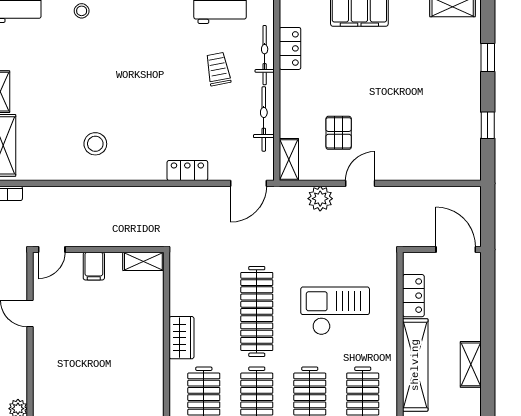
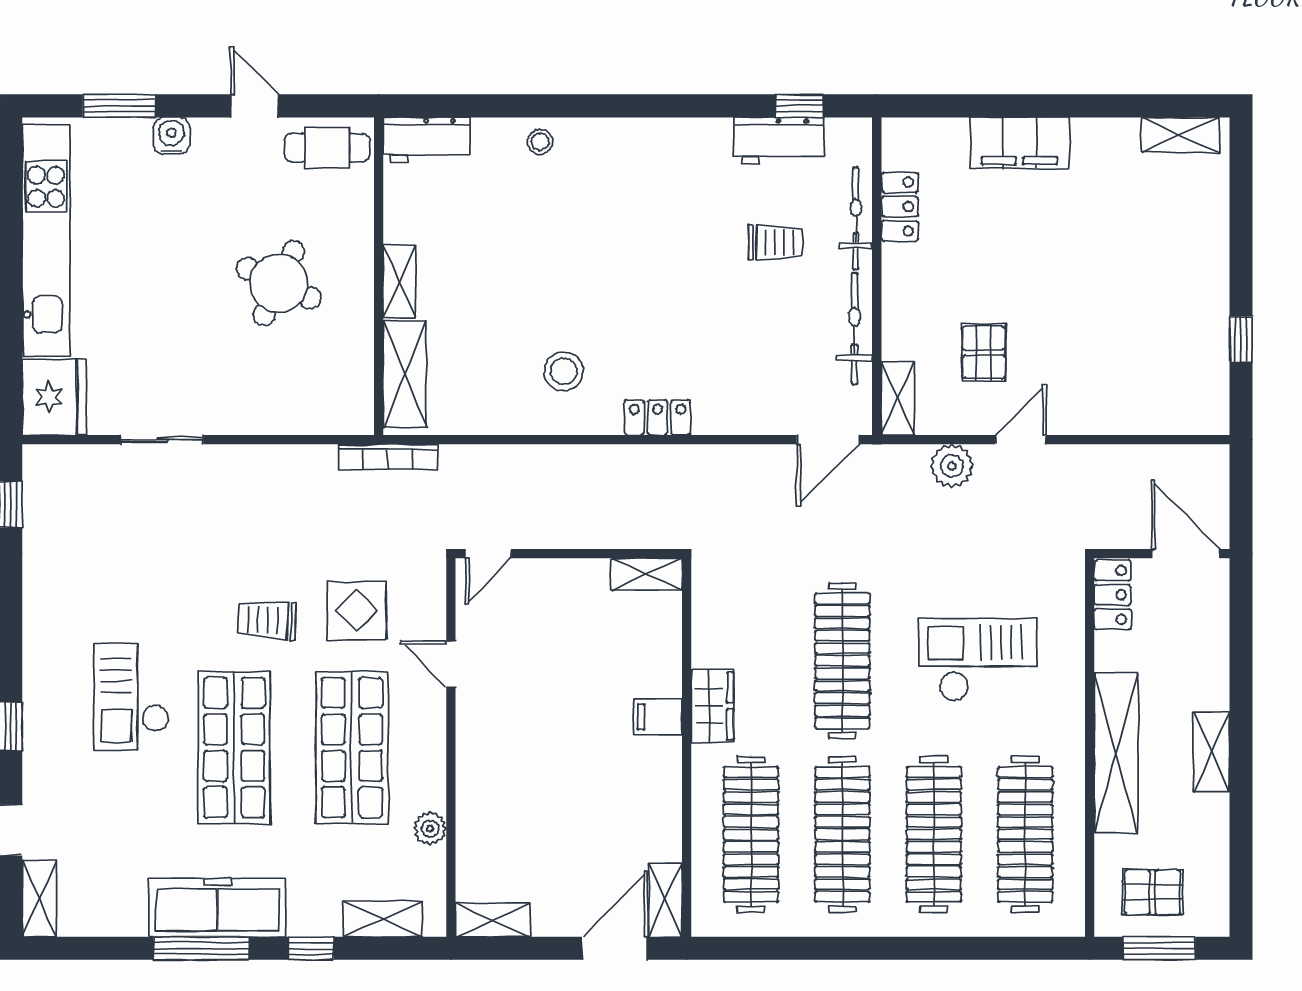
window: (488, 58) -> (1241, 222), removed
trolley: (218, 69) -> (776, 242), turned 101
locker: (187, 171) -> (658, 417), moved
filing cabinet: (94, 266) -> (658, 717), moved, turned 90
locker: (413, 296) -> (1113, 595), moved

